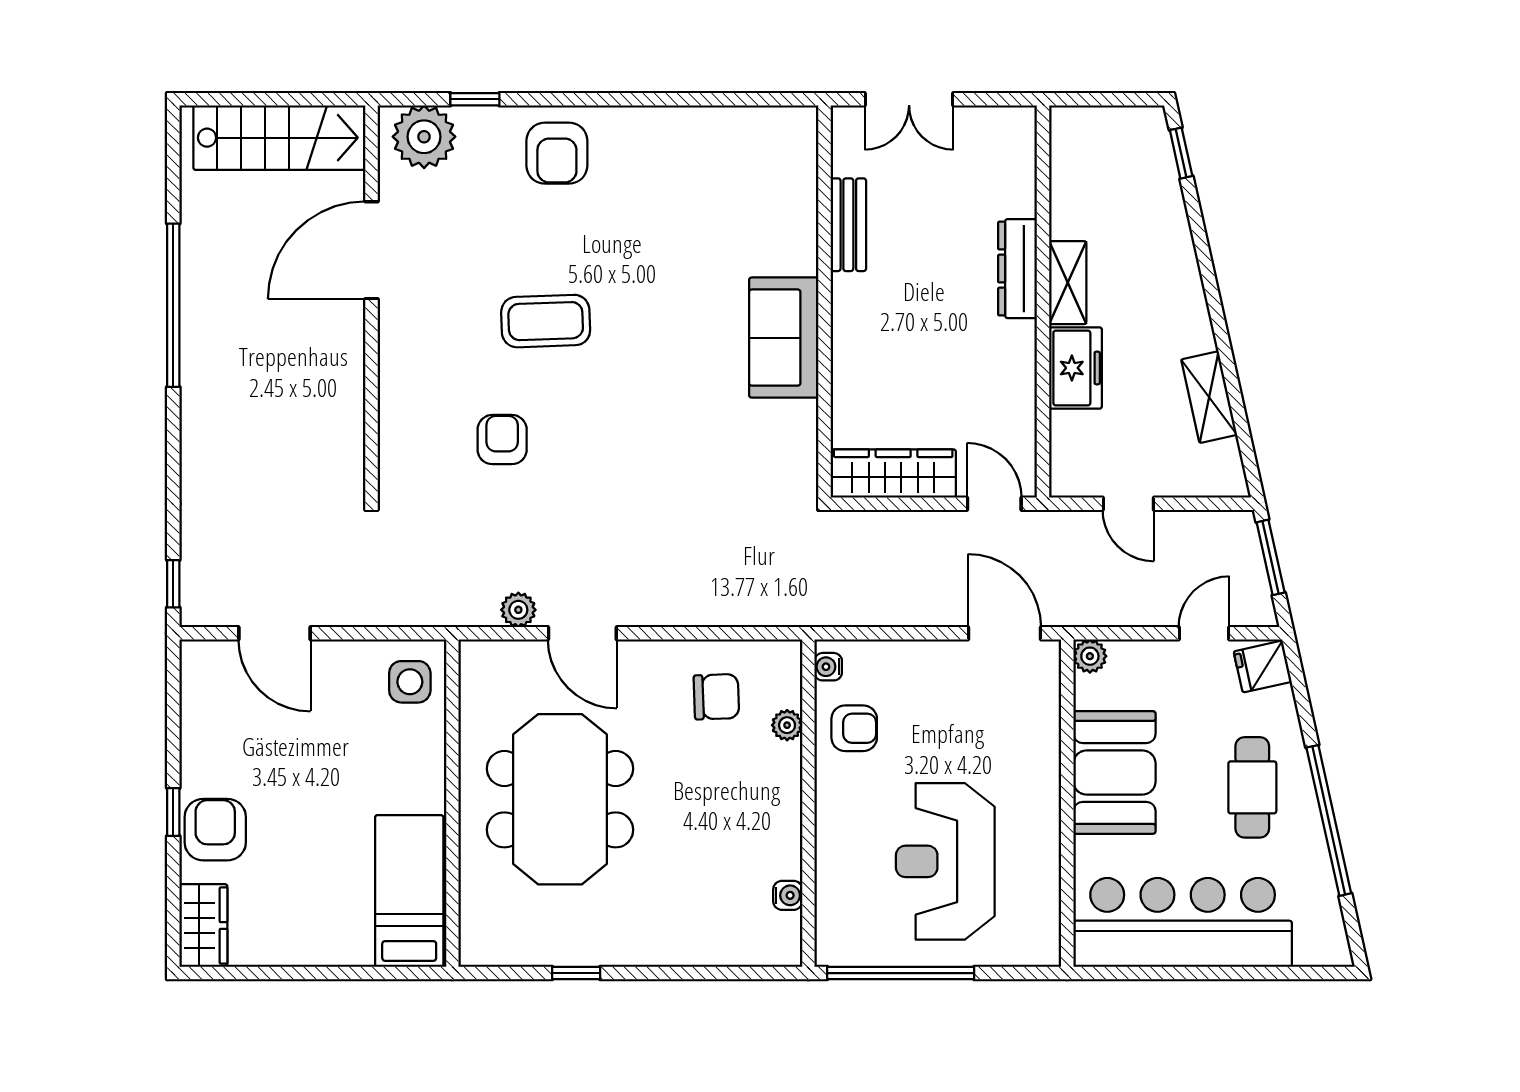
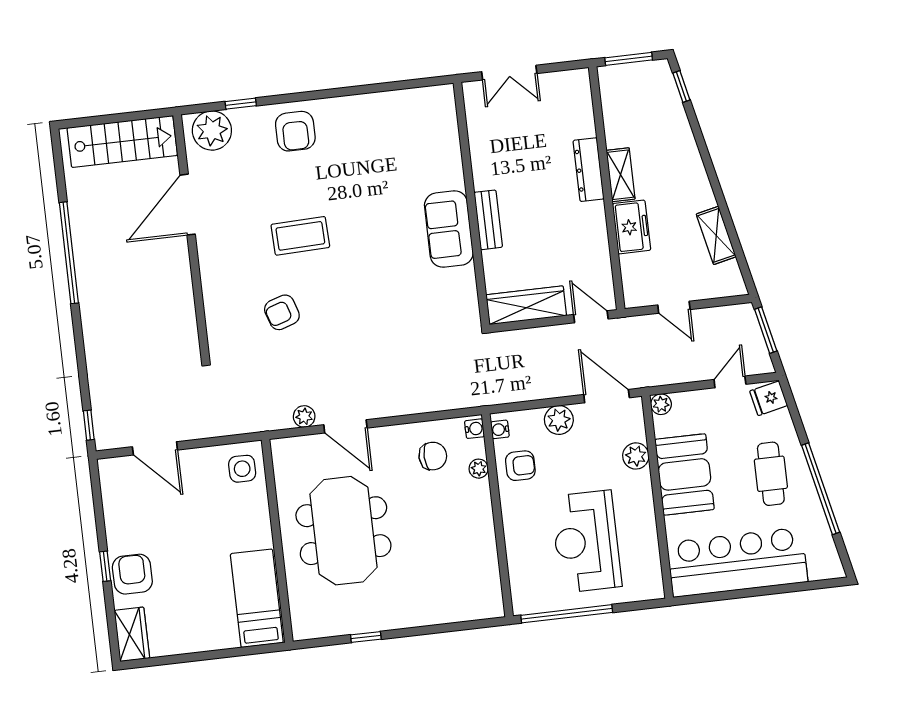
window: (1102, 99) -> (629, 59), added
bench: (848, 225) -> (488, 220), moved
armchair: (502, 440) -> (282, 312), turned -108
plant: (924, 662) -> (559, 420), added
plant: (1040, 734) -> (636, 456), added
water cooler: (788, 895) -> (474, 429), moved

